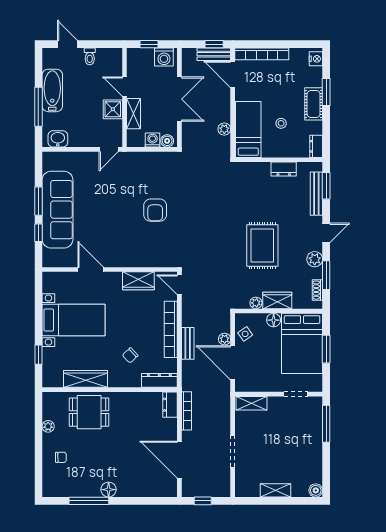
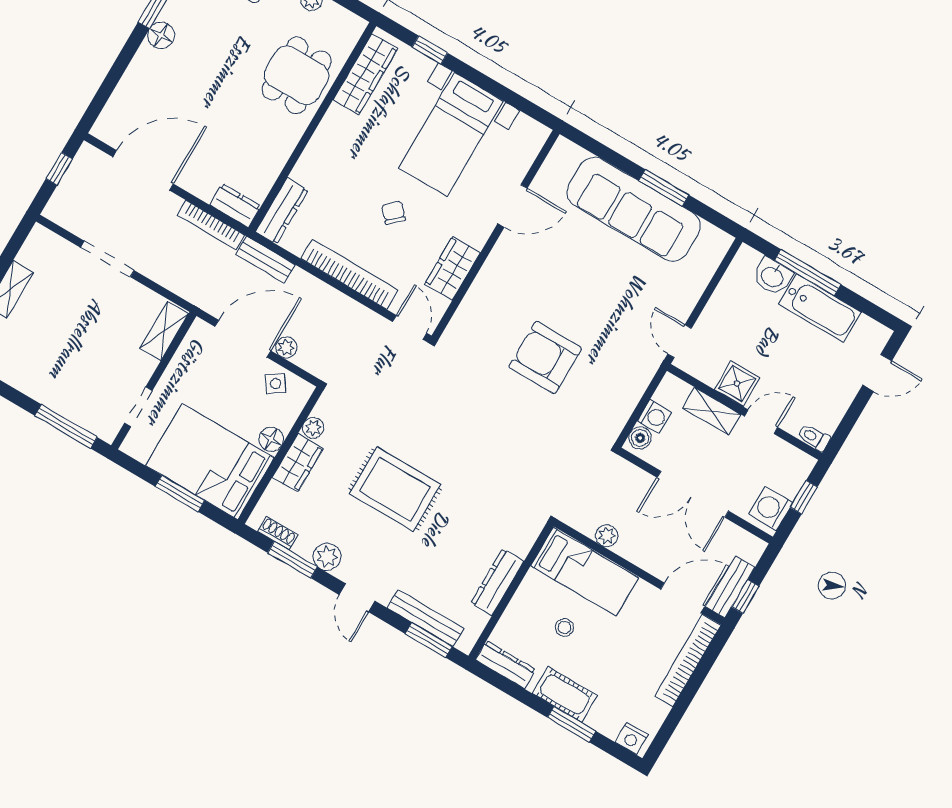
toilet: (90, 56) -> (814, 437), moved
washbasin: (58, 139) -> (773, 276), moved, turned 90
dresser: (316, 146) -> (505, 665), width x1.44
dresser: (284, 169) -> (497, 582), width x1.44
armchair: (155, 210) -> (545, 358), width x1.36, depth x1.36
window: (38, 233) -> (615, 159), removed
door: (179, 285) -> (410, 327), hinge flipped
bench: (188, 343) -> (265, 259), moved
chair: (130, 355) -> (394, 213), moved
wardrobe: (86, 379) -> (365, 74), moved

